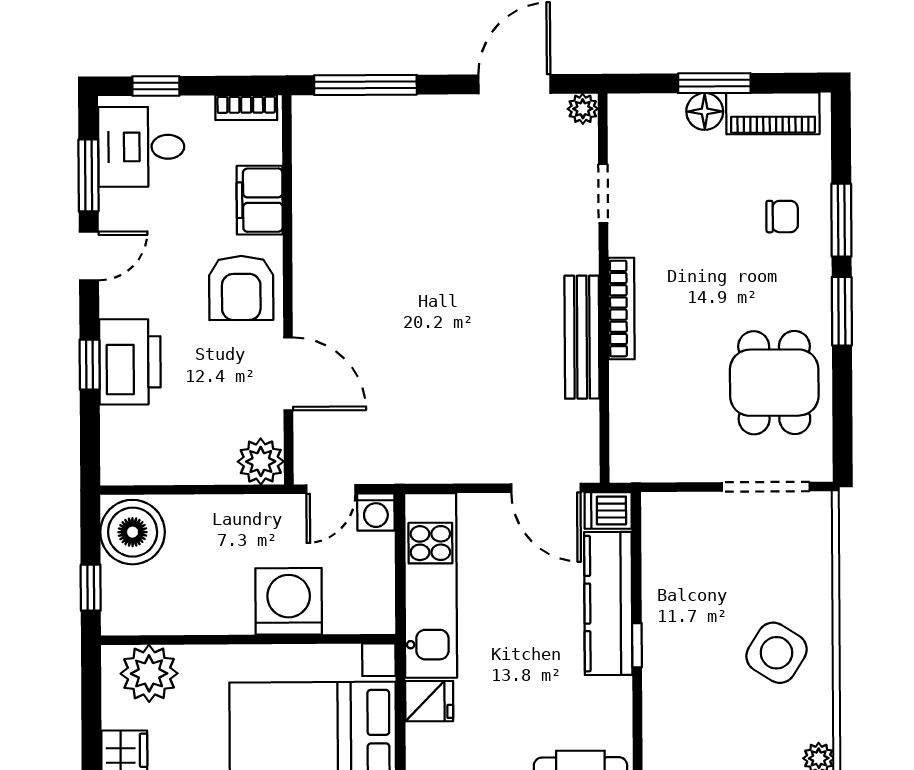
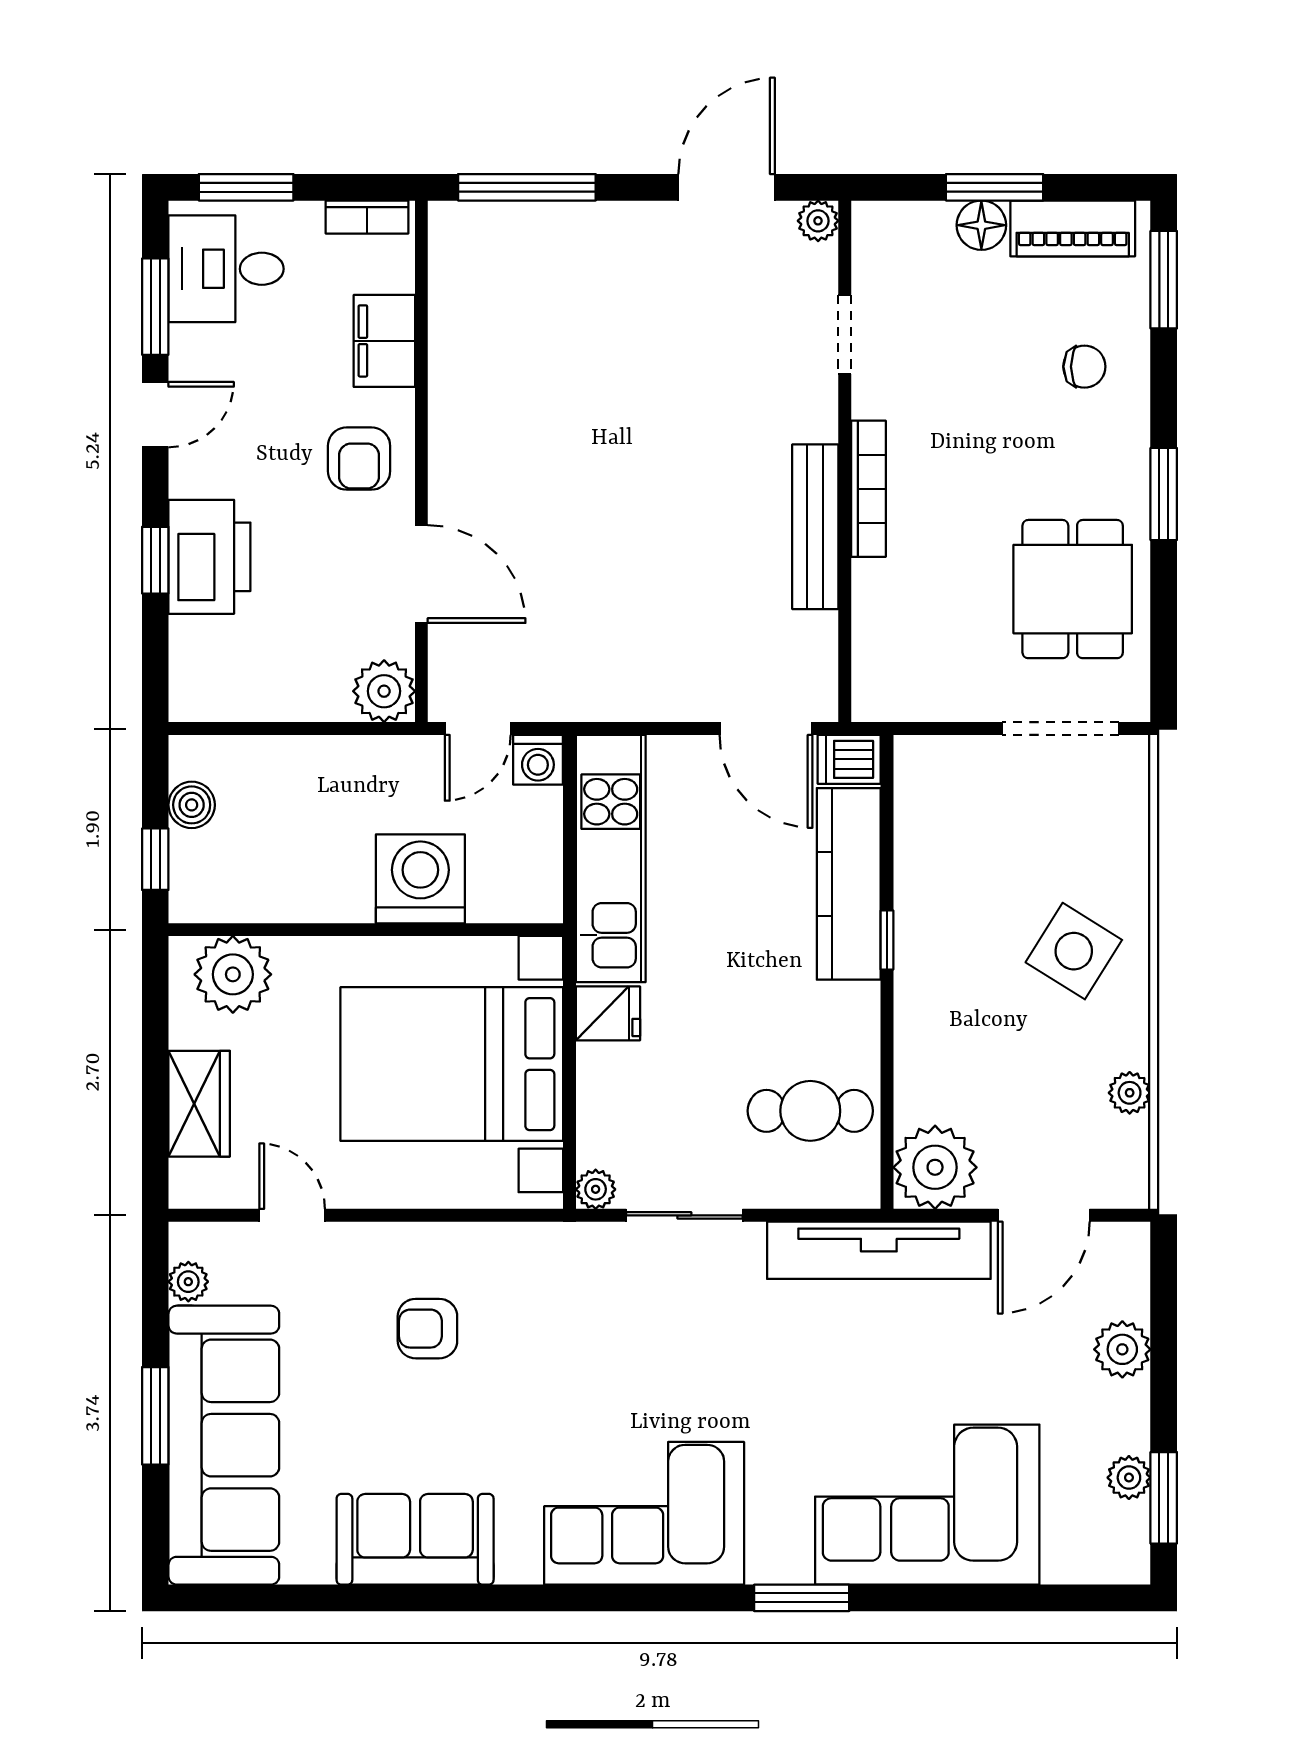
window: (156, 86) -> (246, 187), width x1.50
window: (841, 220) -> (1164, 280), moved
armchair: (241, 288) -> (359, 459), width x0.72, depth x0.72
boiler: (133, 532) -> (192, 805), width x0.54, depth x0.54

